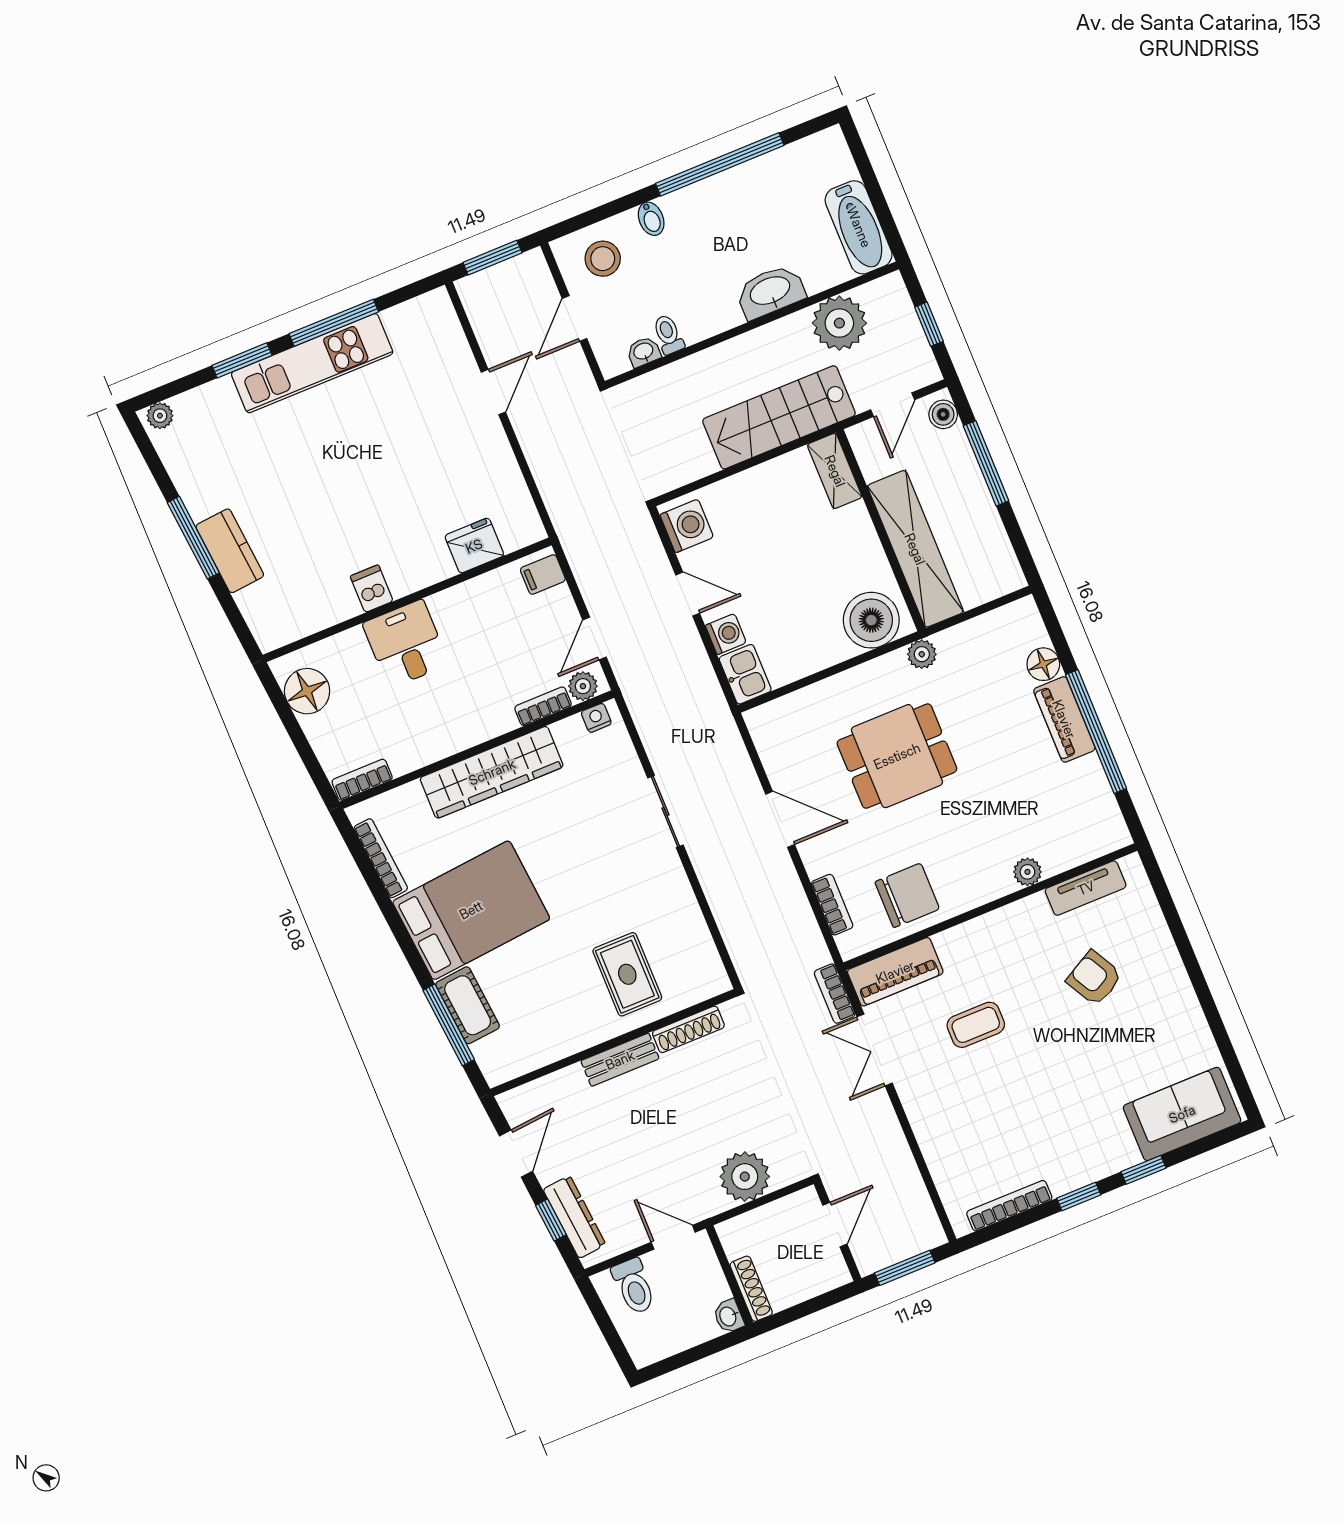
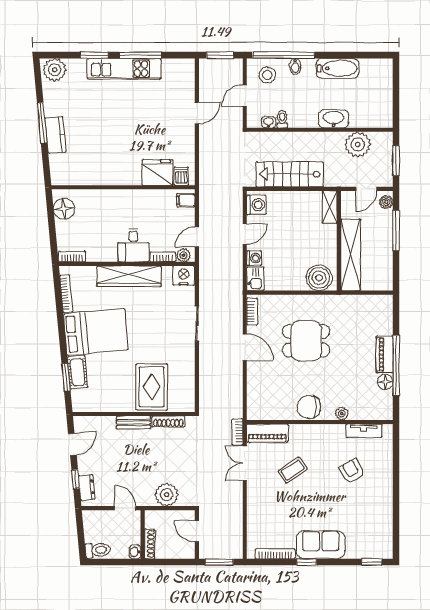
window: (720, 164) -> (283, 55), moved
bathtub: (859, 227) -> (338, 68), moved, turned -90
window: (929, 324) -> (396, 161), width x1.50
plant: (160, 416) -> (55, 70), width x1.87, depth x1.87
stairs: (779, 417) -> (290, 174), moved
fridge: (474, 546) -> (158, 172), width x1.36, depth x1.34
dishwasher: (372, 589) -> (181, 176), moved
door: (688, 594) -> (245, 234), hinge flipped
desk: (406, 644) -> (133, 245), moved, turned 180
plant: (922, 654) -> (335, 301), removed
floor lamp: (1043, 664) -> (385, 382), moved
nightstand: (596, 718) -> (184, 276), width x1.89, depth x1.79
chair: (907, 895) -> (309, 407), moved, turned 180
bookcase: (832, 905) -> (252, 312), moved
rug: (627, 974) -> (152, 387), width x1.36, depth x1.43
window: (449, 1025) -> (66, 377), width x0.69
coffee table: (976, 1025) -> (293, 470), turned -34
sofa: (1182, 1114) -> (321, 545), moved
window: (1144, 1170) -> (372, 562), moved
dresser: (574, 1217) -> (87, 487), width x0.70
door: (835, 1225) -> (197, 531), swing flipped
toilet: (634, 1286) -> (98, 550), moved, turned -95

